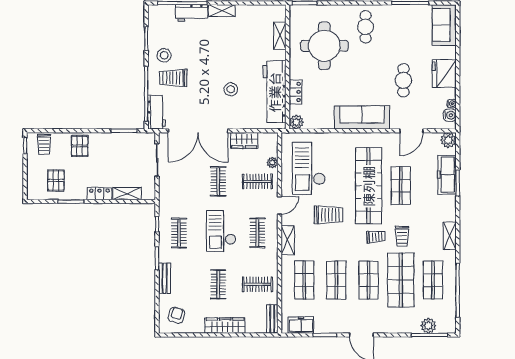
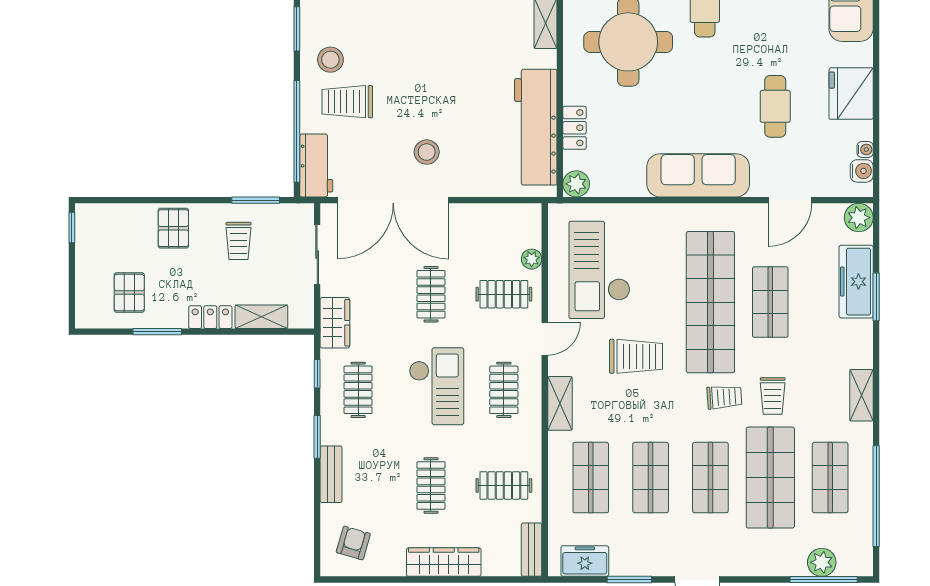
stool: (231, 89) -> (427, 152), moved
wardrobe: (244, 140) -> (335, 323), moved, turned -90
trolley: (44, 144) -> (239, 241), moved
checkout: (221, 231) -> (436, 386), turned 180

